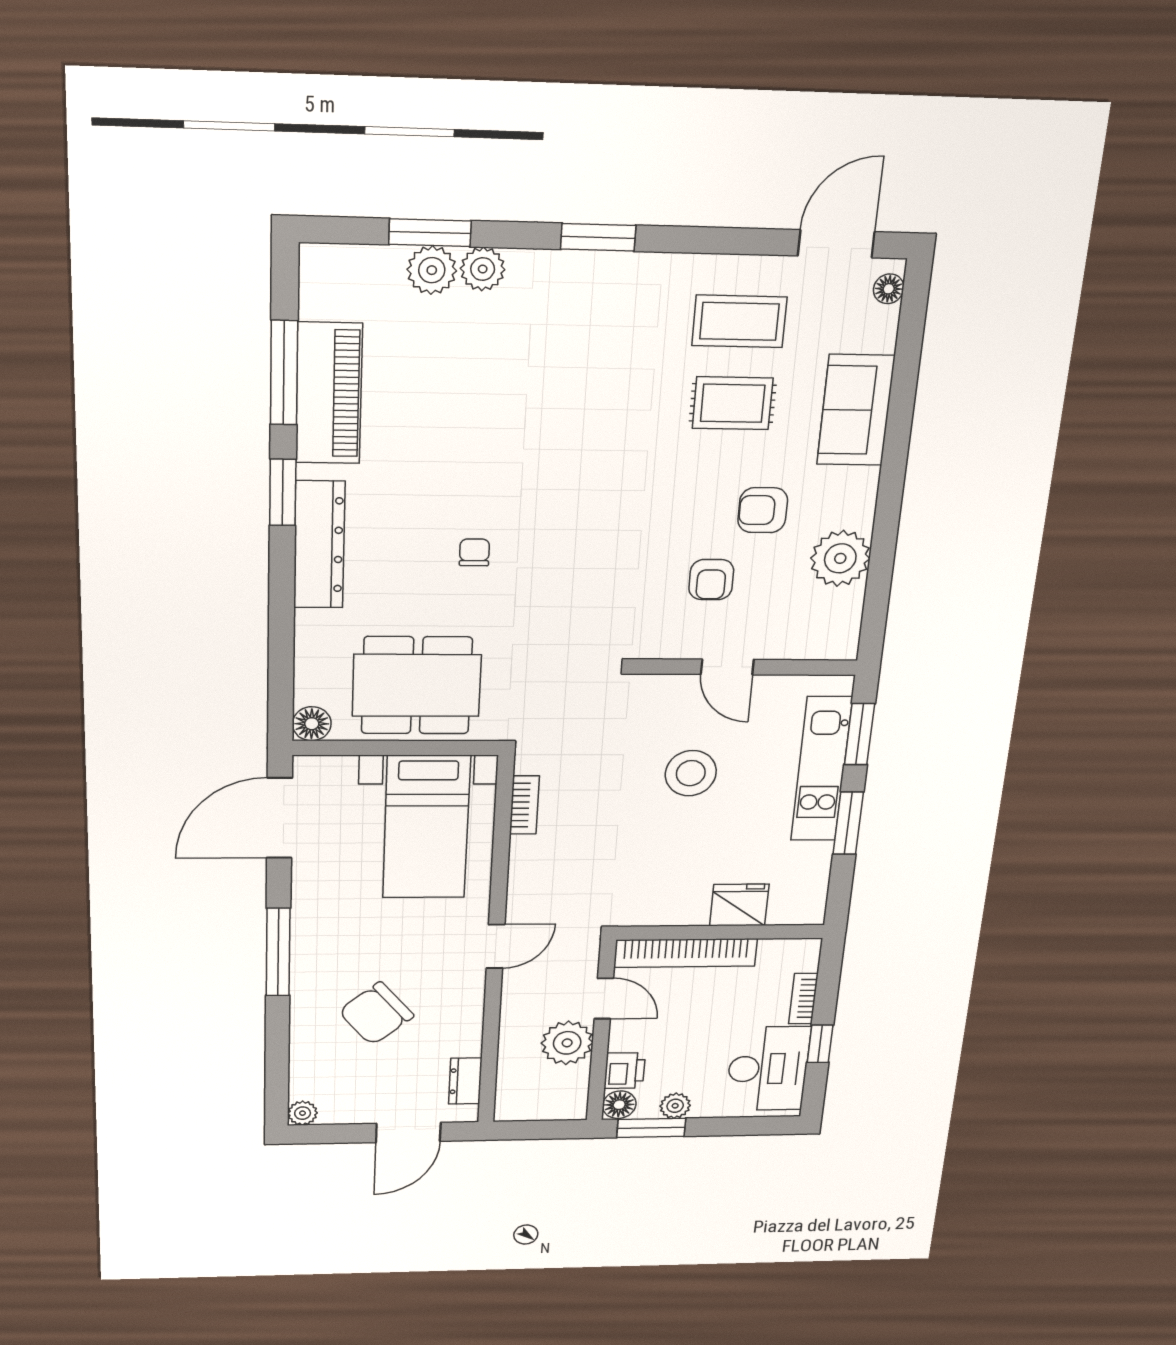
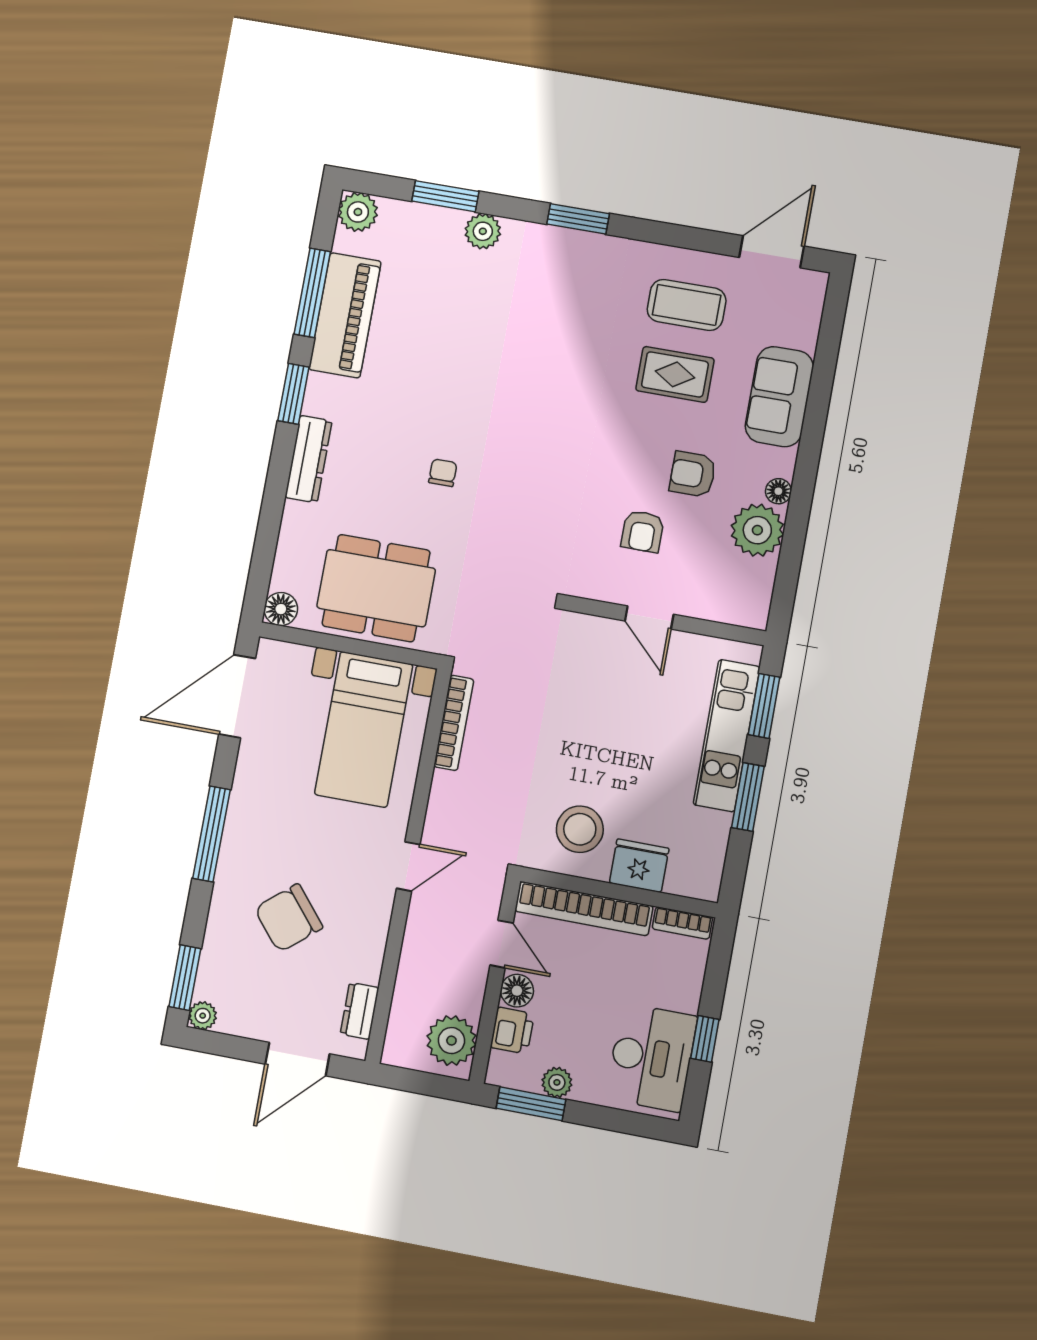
plant: (432, 270) -> (358, 212), moved
floor lamp: (889, 289) -> (778, 491), moved
dresser: (319, 545) -> (308, 459), width x0.73, depth x0.80
stool: (691, 773) -> (580, 829), moved
bookcase: (524, 805) -> (454, 723), width x1.56
bookcase: (803, 999) -> (682, 923), moved, turned -90
plant: (567, 1043) -> (451, 1041), moved
window: (277, 1084) -> (185, 978), added
floor lamp: (619, 1105) -> (517, 991), moved

